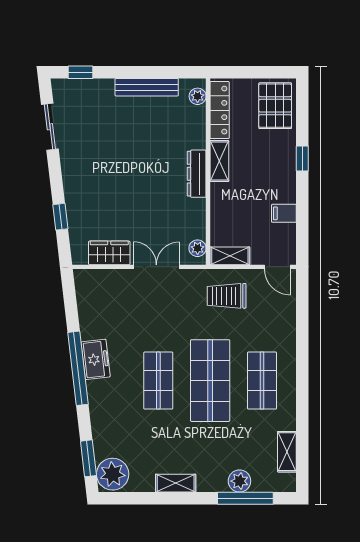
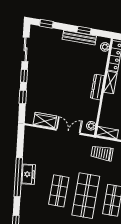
window: (153, 72) -> (84, 30), added
window: (56, 177) -> (24, 76), added

